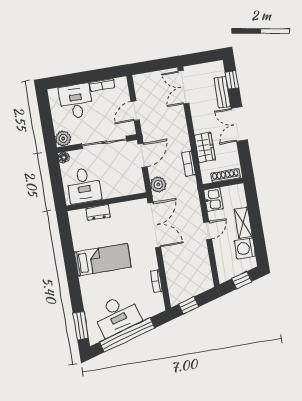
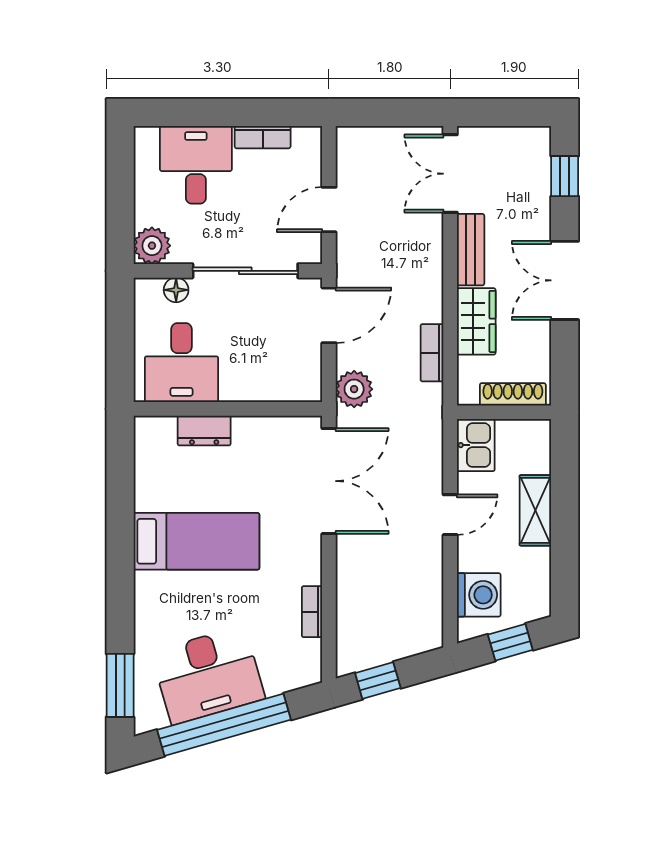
bench: (222, 92) -> (471, 250), moved
floor lamp: (64, 157) -> (176, 290), moved
washing machine: (245, 248) -> (479, 595), moved, turned 180

